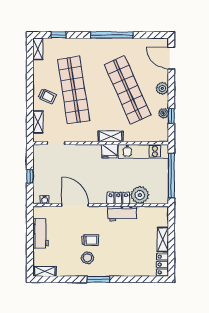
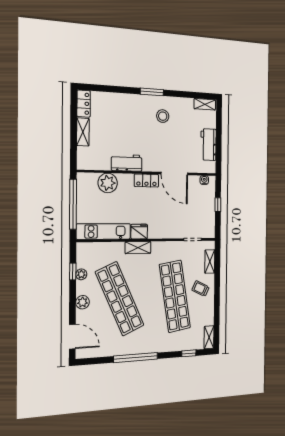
locker: (118, 198) -> (146, 181), moved
trolley: (90, 240) -> (160, 135), removed

